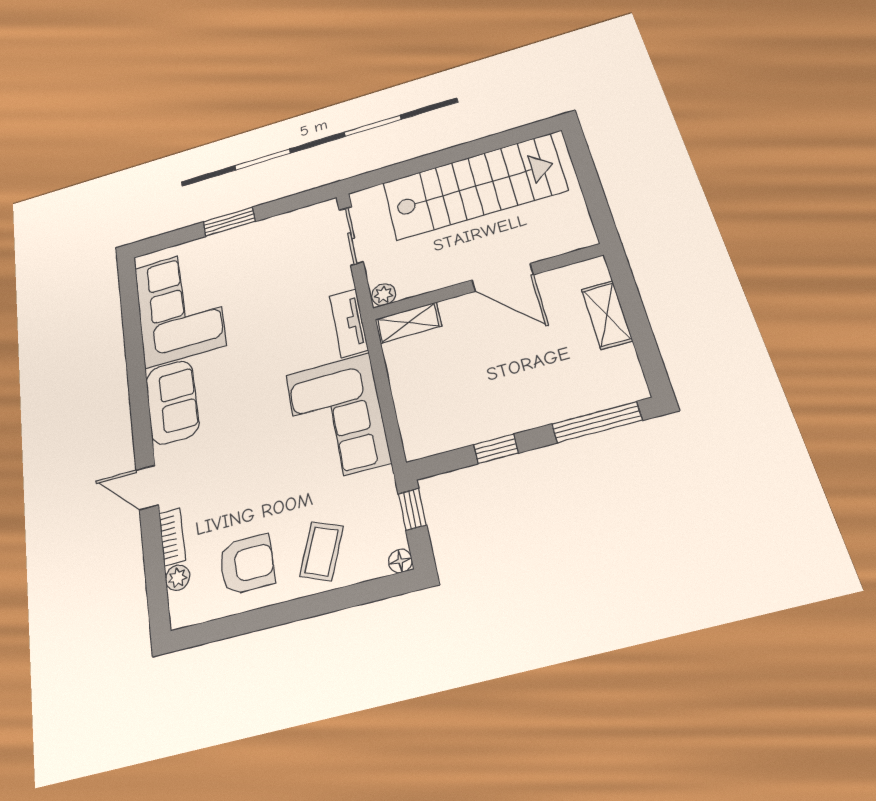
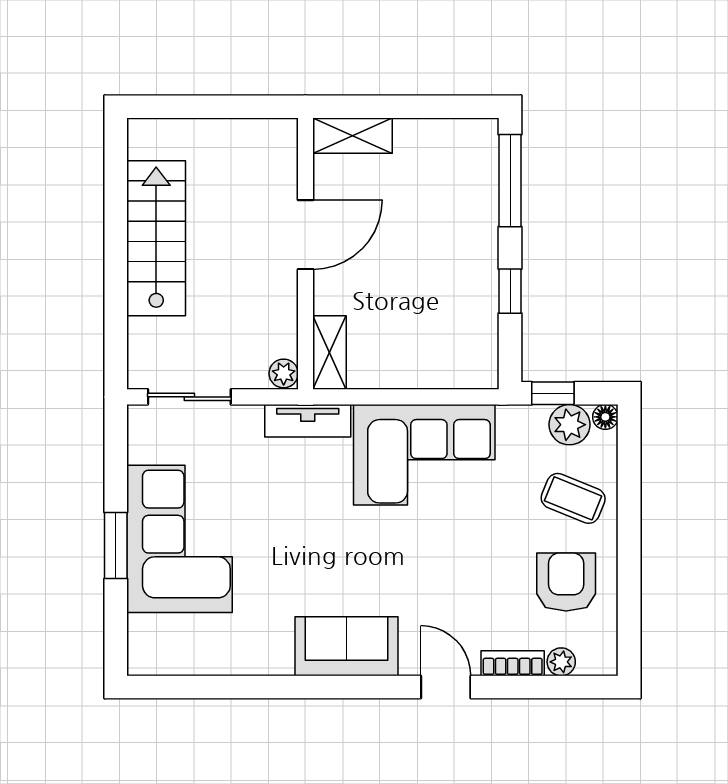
stairs: (474, 187) -> (156, 238), width x0.73, depth x0.66
corner sofa: (180, 306) -> (180, 539), moved, turned 90
shelving: (607, 315) -> (352, 136), moved
door: (147, 487) -> (446, 687), swing flipped
plant: (387, 531) -> (569, 425), added

